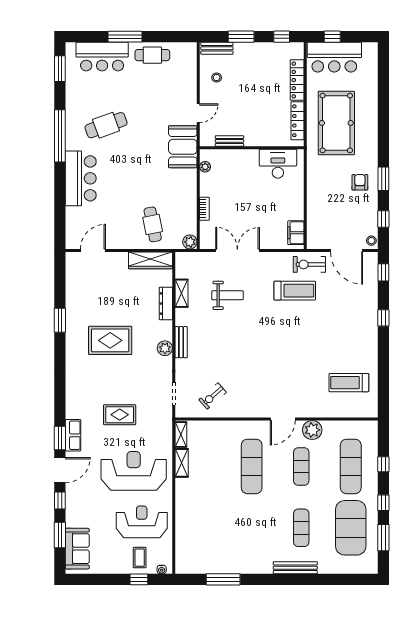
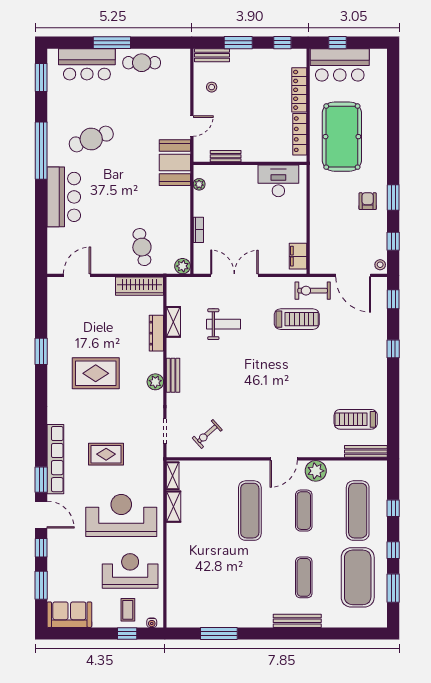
bench: (358, 412) -> (366, 451), added
row of seats: (73, 435) -> (55, 459), width x2.02
door: (60, 470) -> (41, 515), hinge flipped
sofa: (77, 549) -> (69, 615), moved, turned -90

